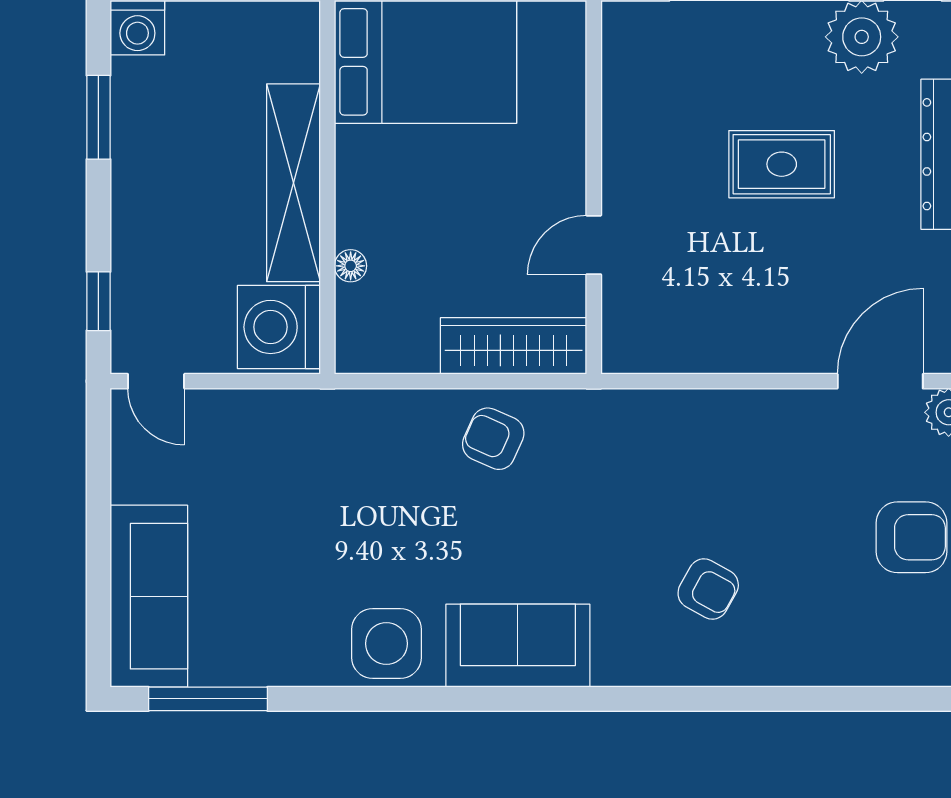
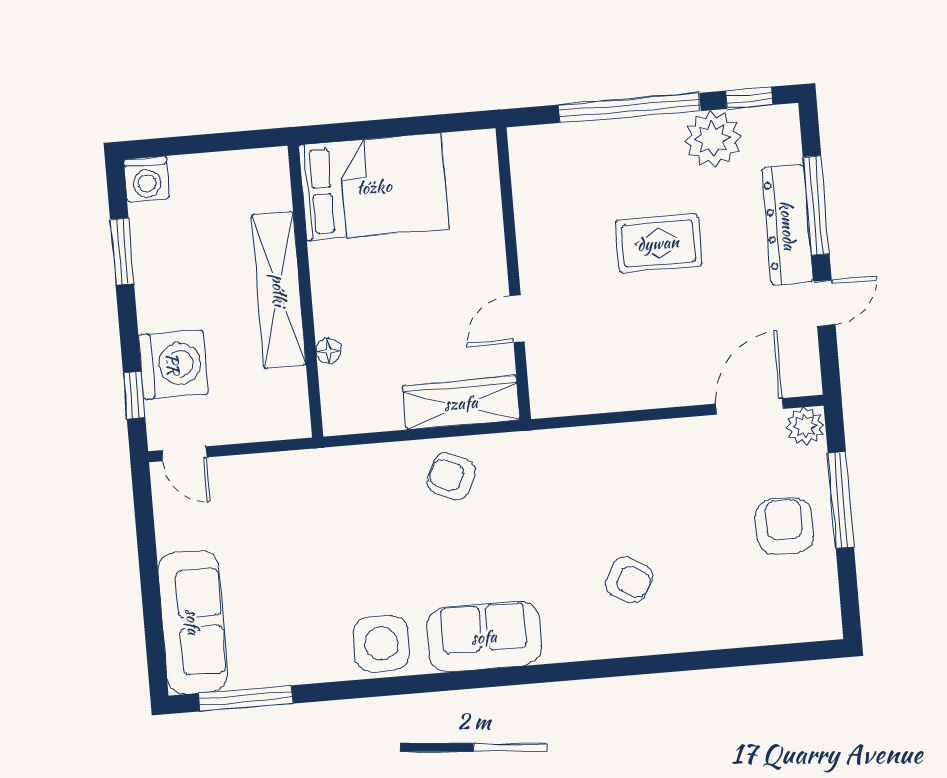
washing machine: (279, 327) -> (173, 364), moved, turned 180
armchair: (911, 537) -> (784, 526), turned -90

